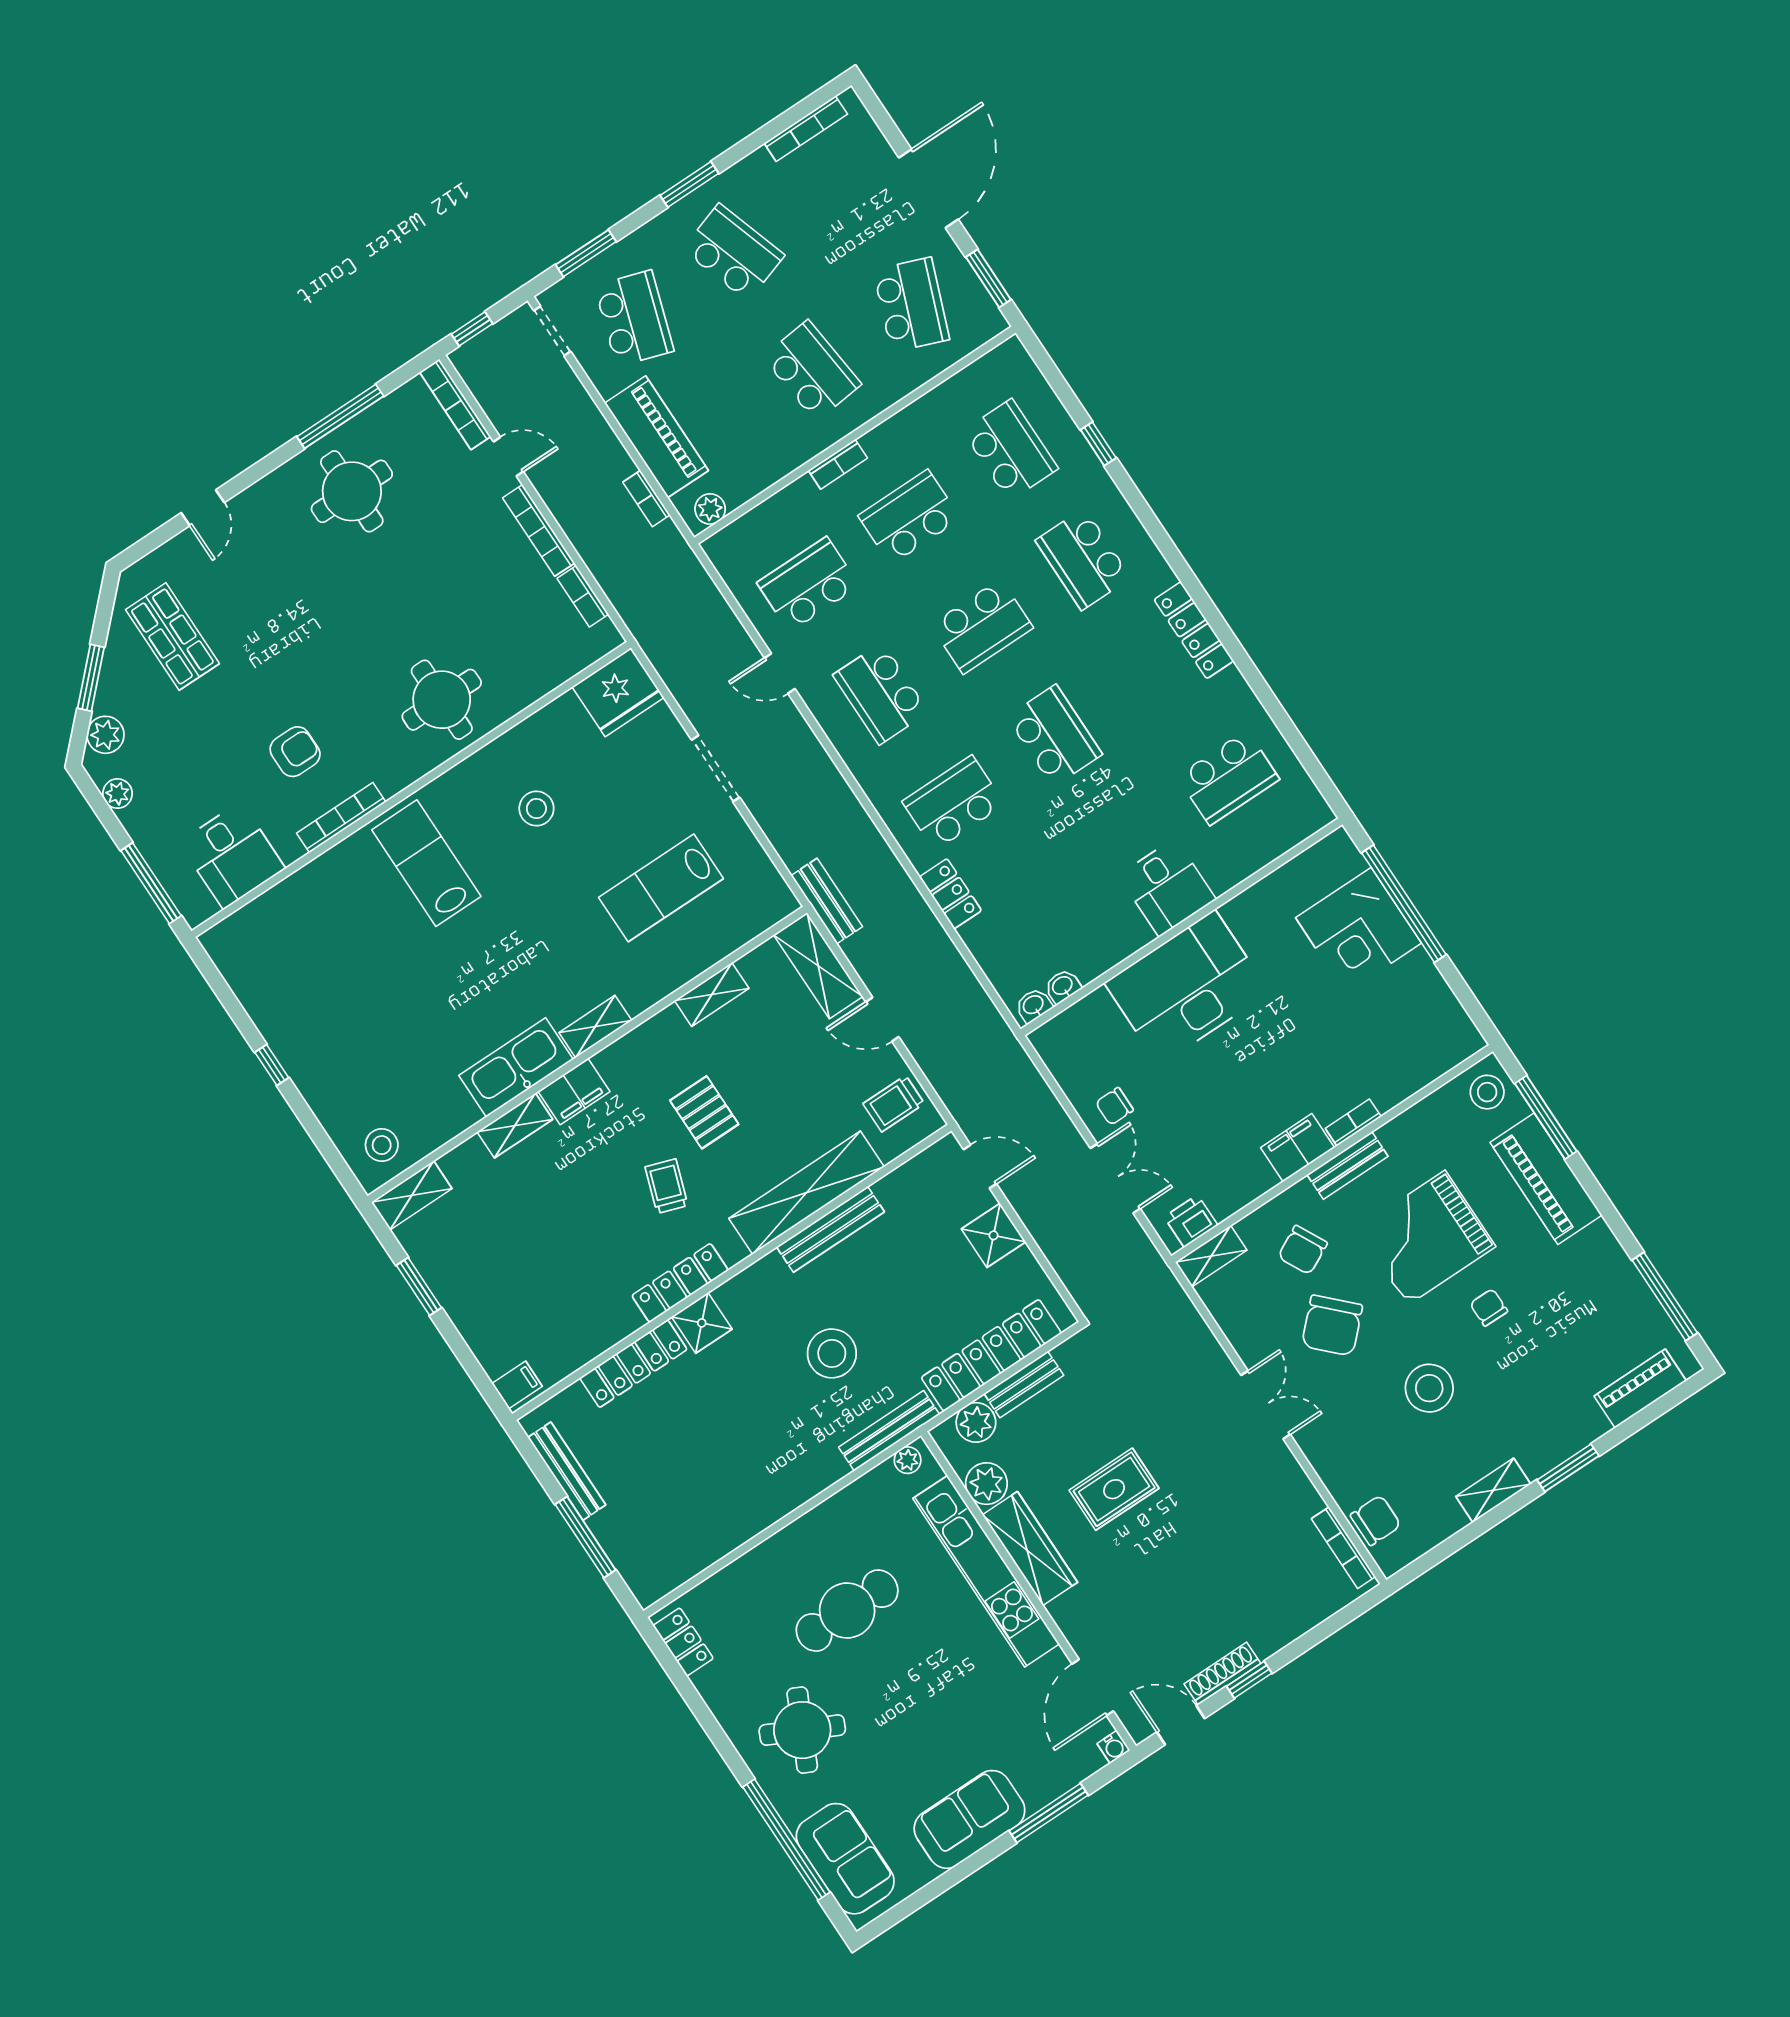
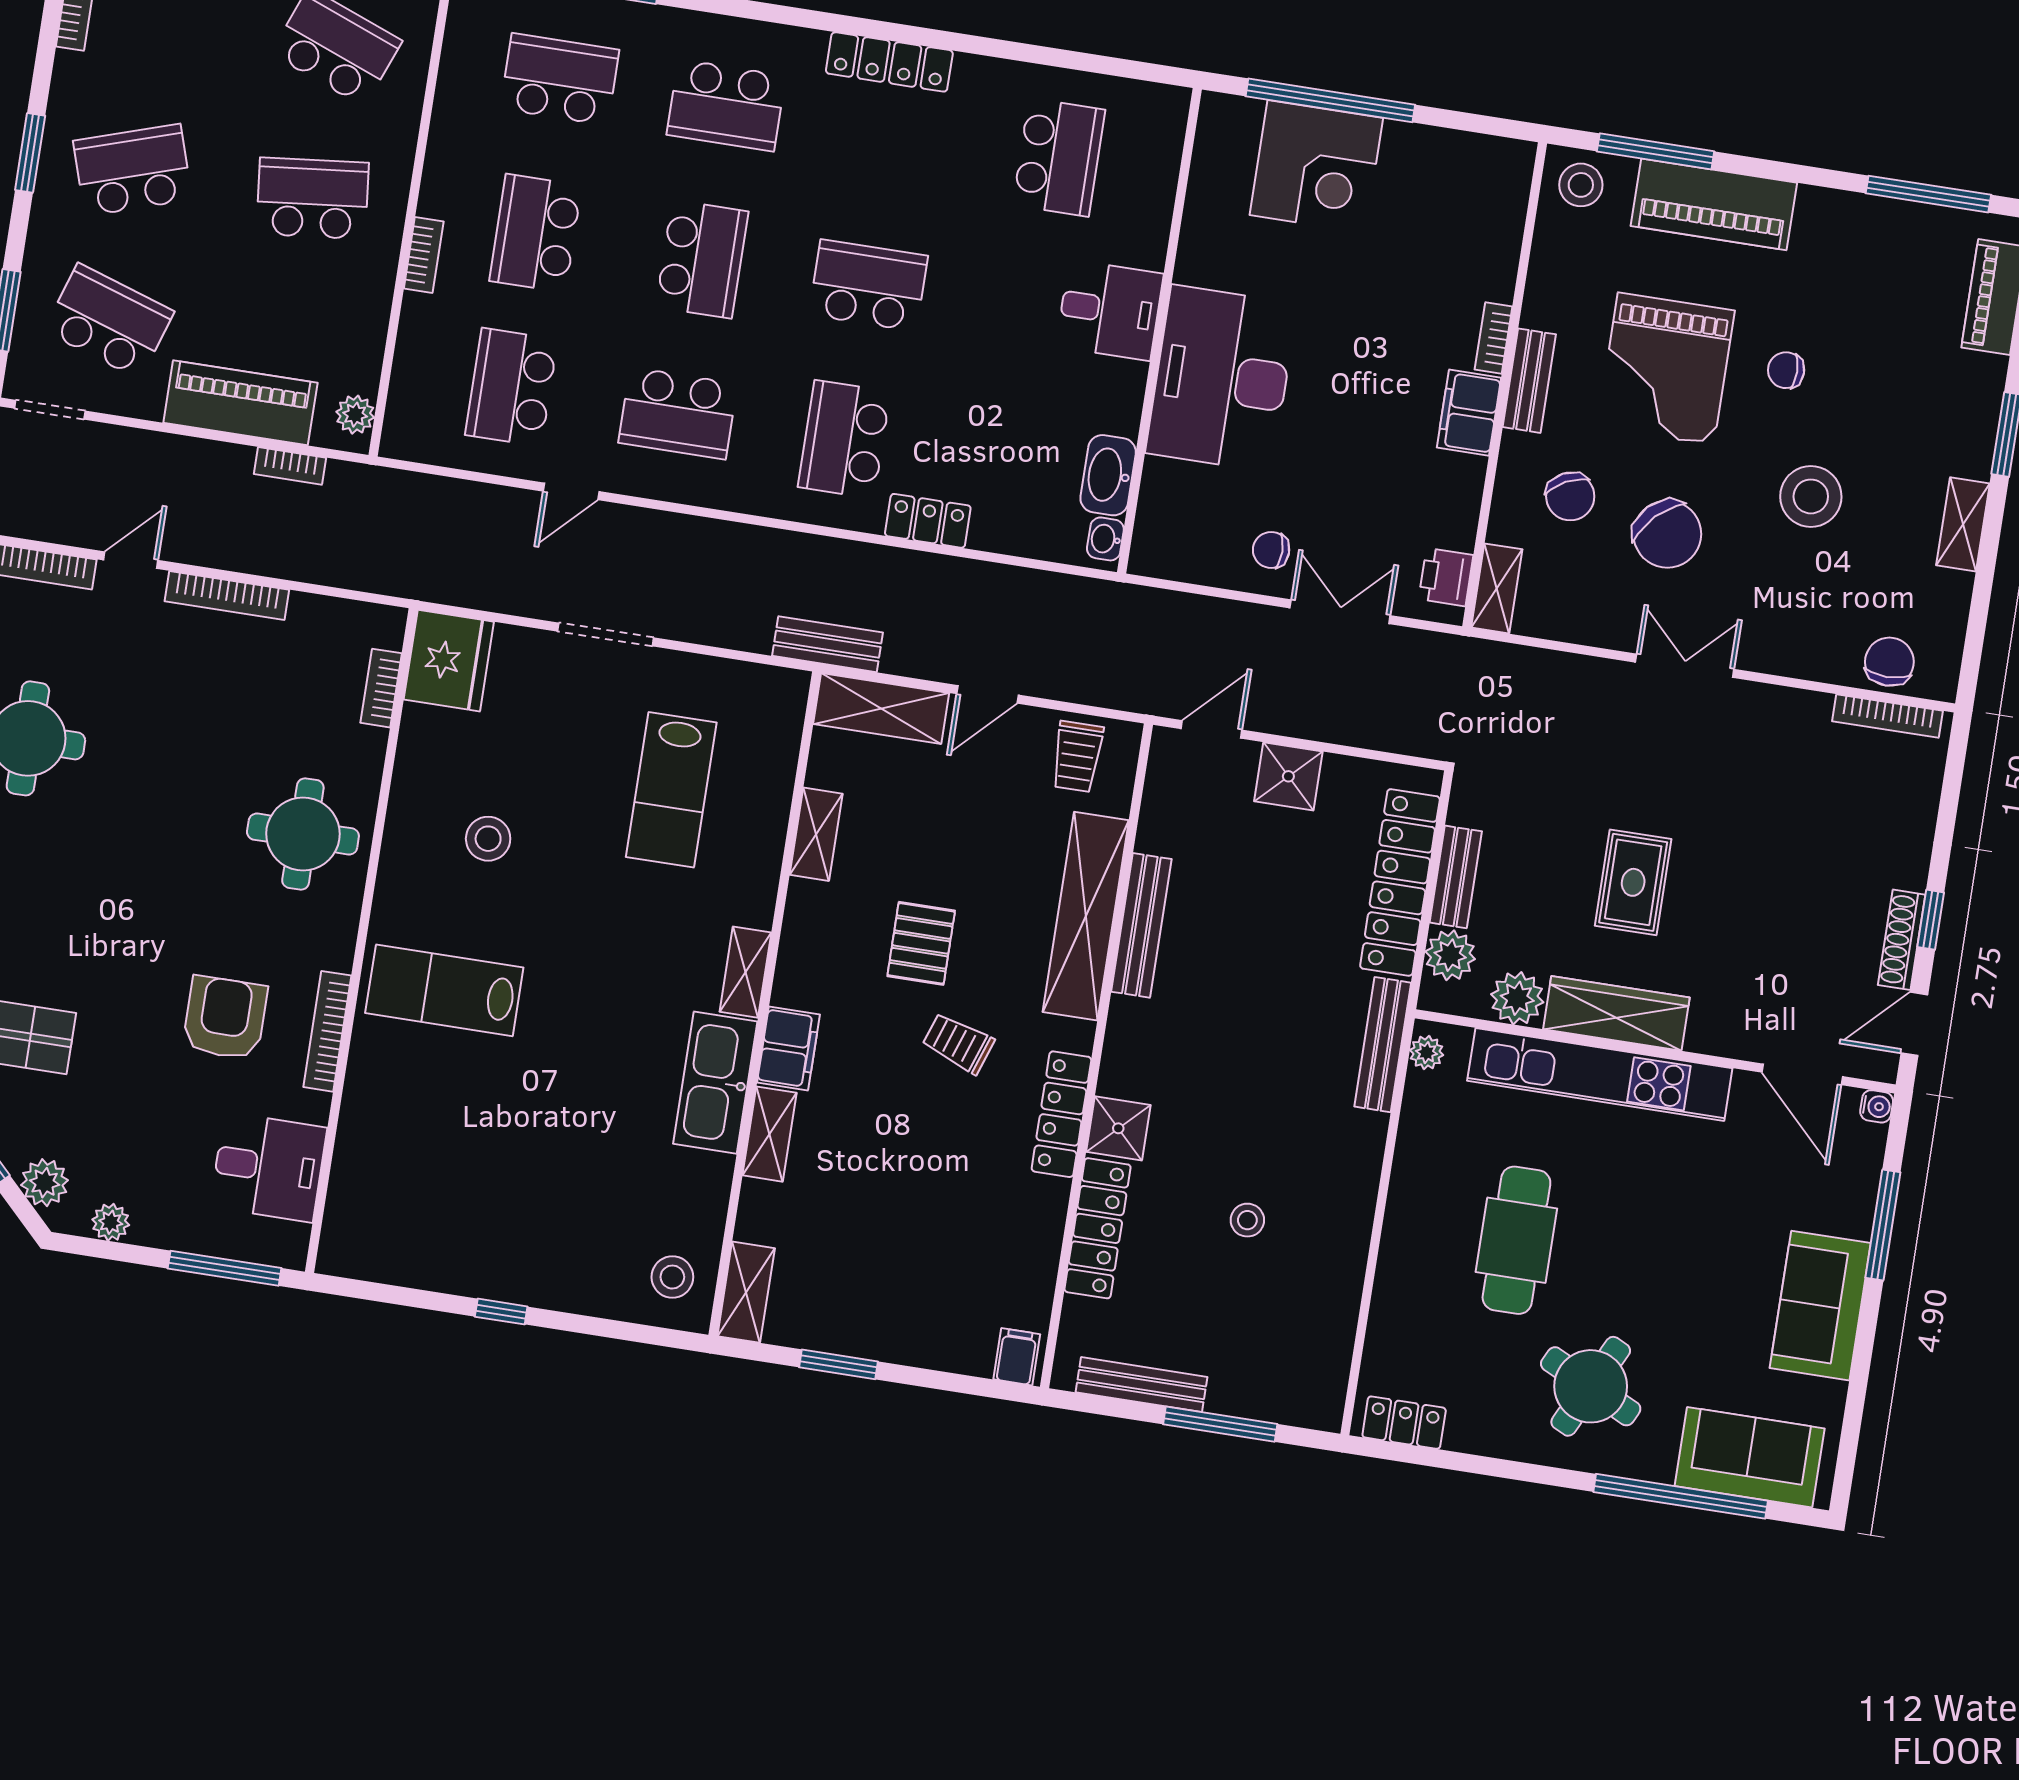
bookcase: (583, 596) -> (381, 688), moved, turned 90
armchair: (295, 752) -> (225, 1018), width x1.38, depth x1.38
washbasin: (1063, 986) -> (1108, 475), width x1.91, depth x1.45
chair: (1114, 1106) -> (1271, 550), turned 90
pallet: (704, 1112) -> (921, 943), turned 90
stool: (832, 1353) -> (1247, 1220), moved, width x0.53, depth x0.53

